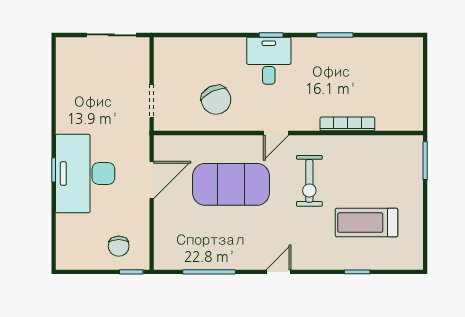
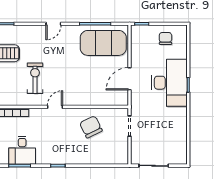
desk: (269, 61) -> (22, 150), moved
exercise mat: (231, 184) -> (103, 43), moved
chair: (119, 246) -> (165, 38), moved

